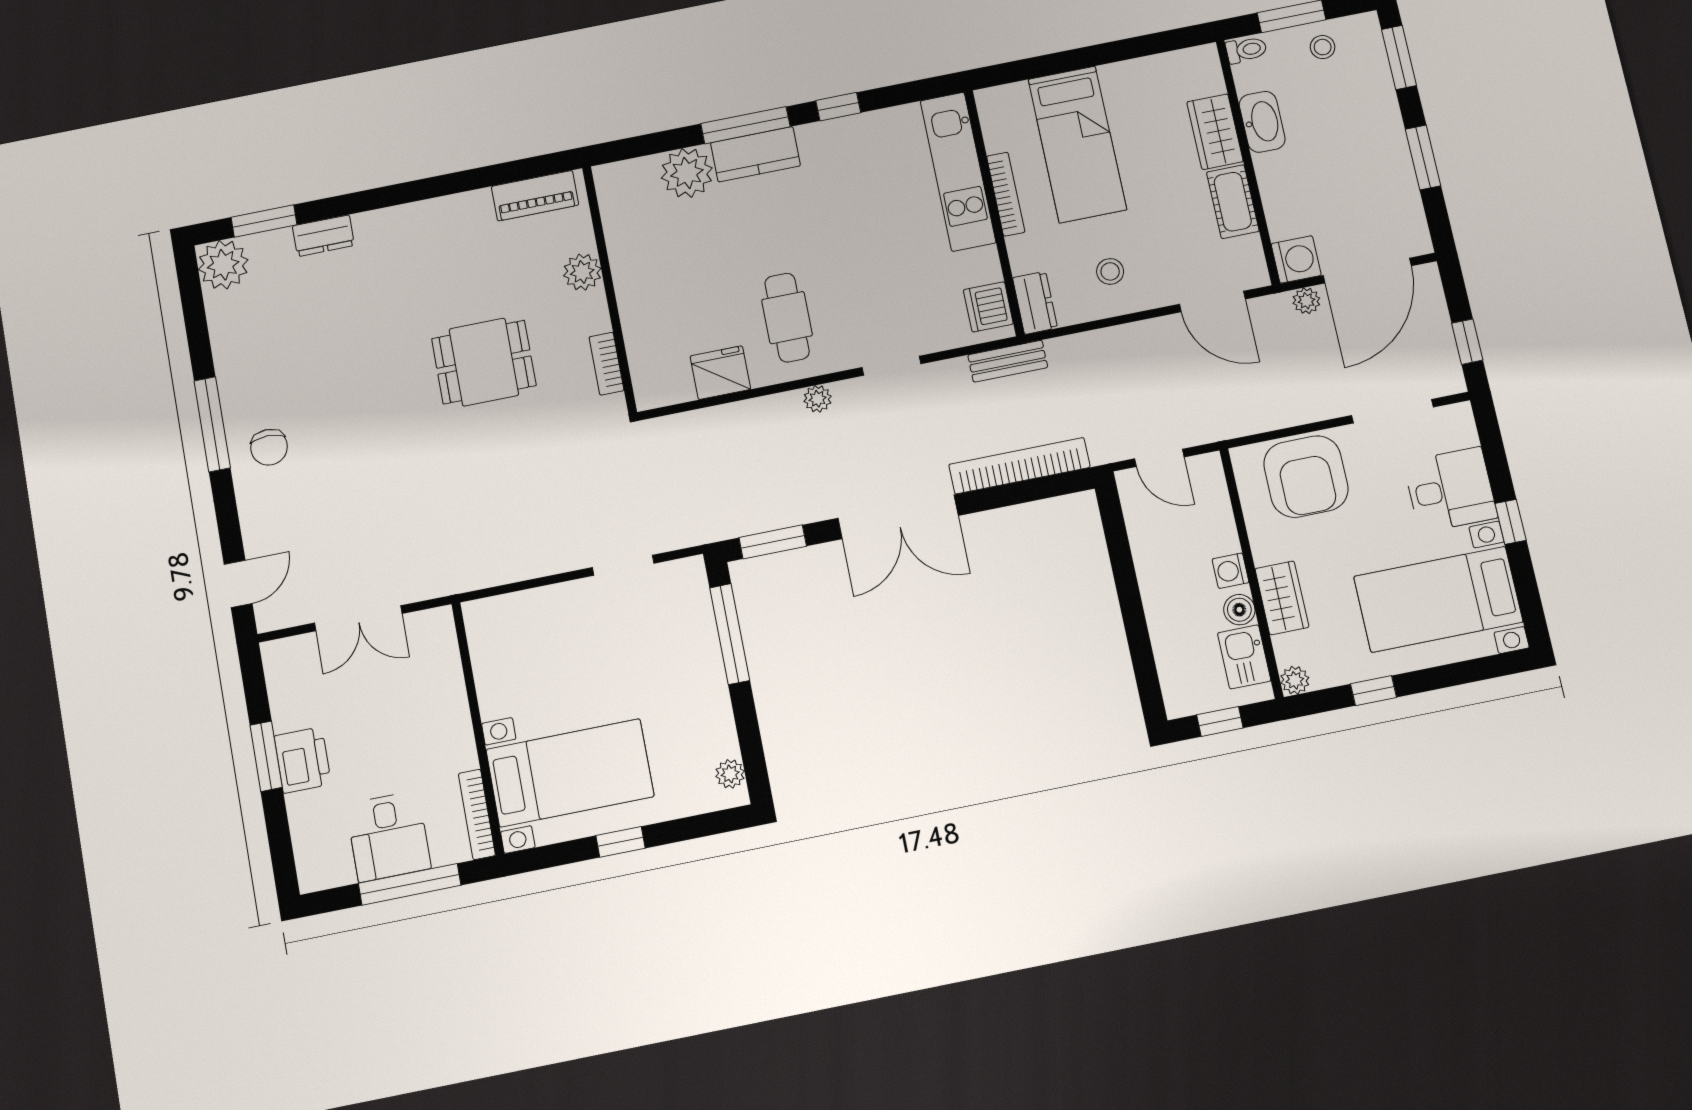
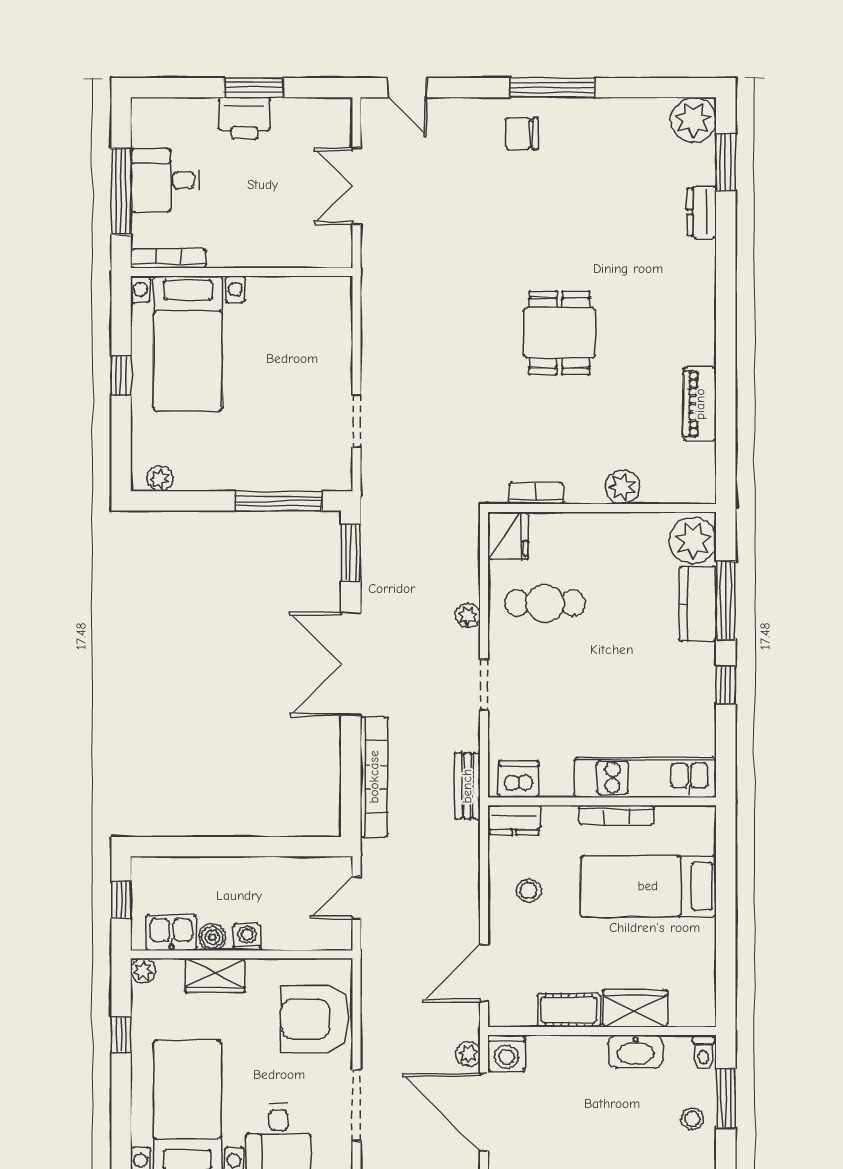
plant: (582, 272) -> (622, 487), moved
wall: (609, 289) -> (602, 508), moved
bookcase: (607, 364) -> (536, 493), moved

